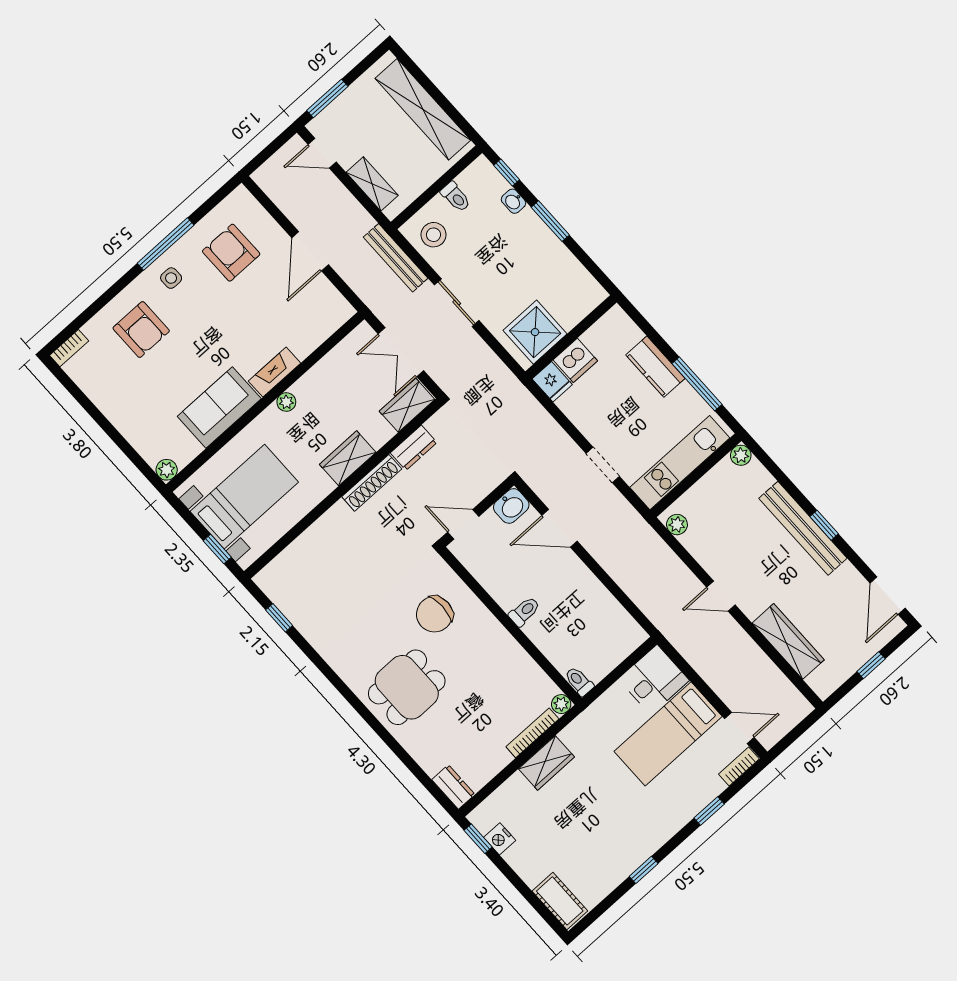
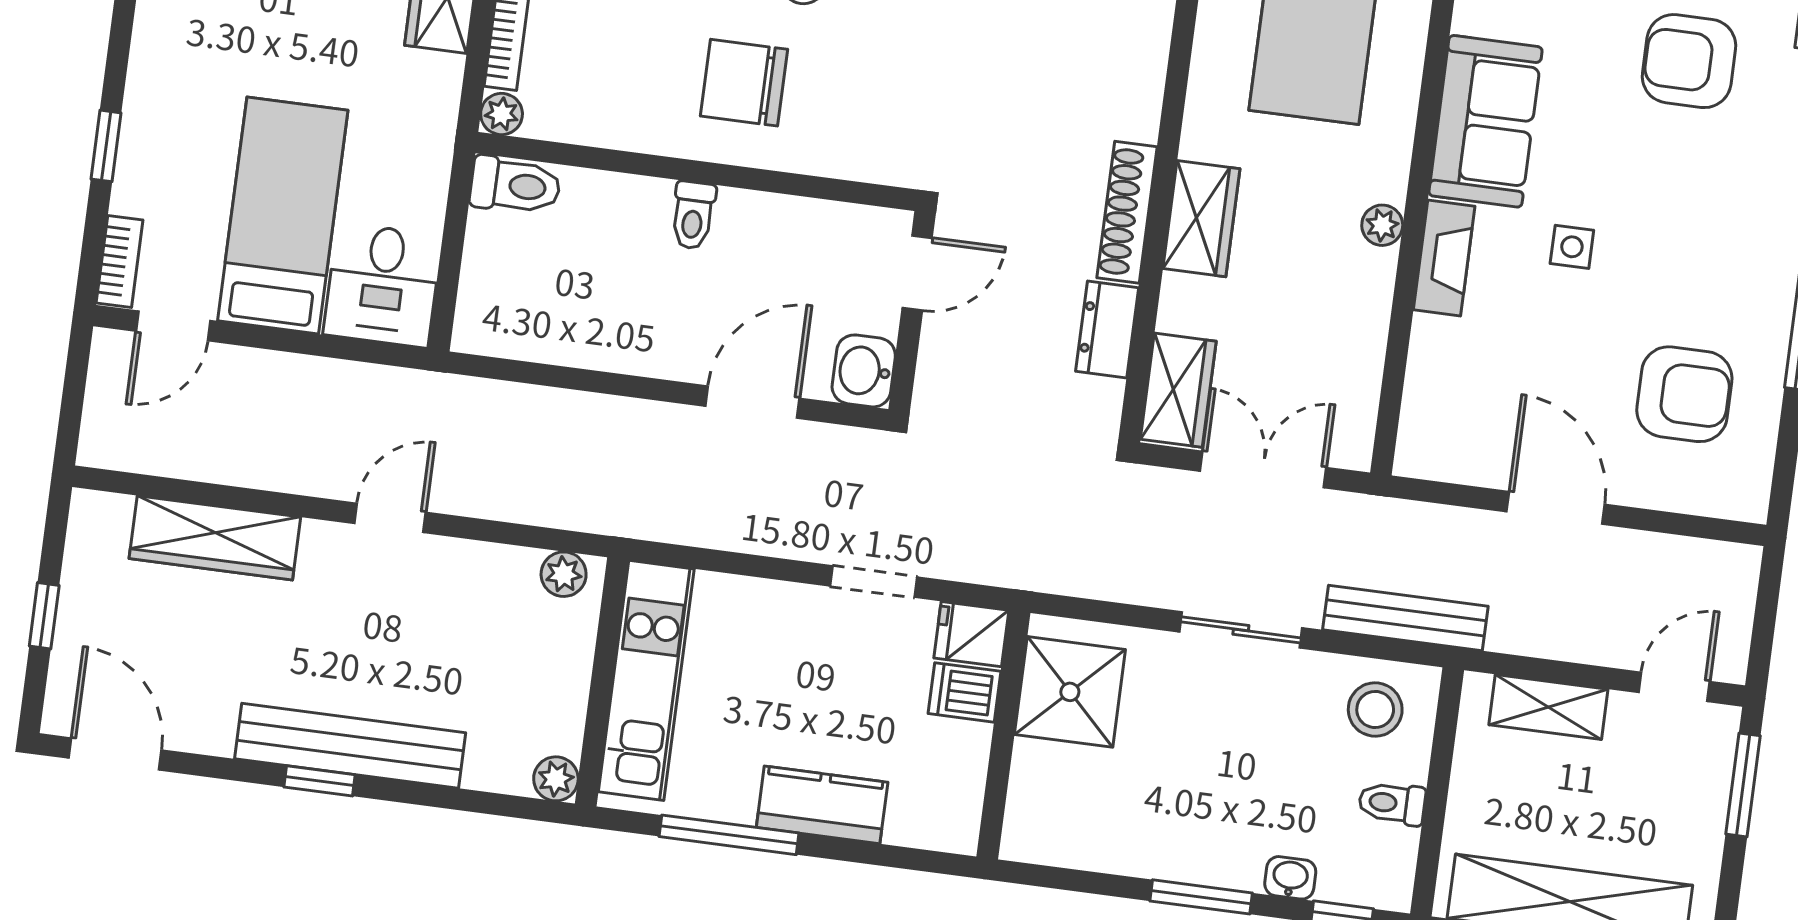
side table: (171, 278) -> (1572, 247), moved
armchair: (141, 330) -> (1689, 61), moved
dishwasher: (575, 360) -> (965, 692), width x0.73
doorway: (603, 465) -> (874, 582), moved
chair: (434, 614) -> (744, 83), moved, turned -90
toilet: (579, 681) -> (515, 185), width x1.37, depth x1.39

